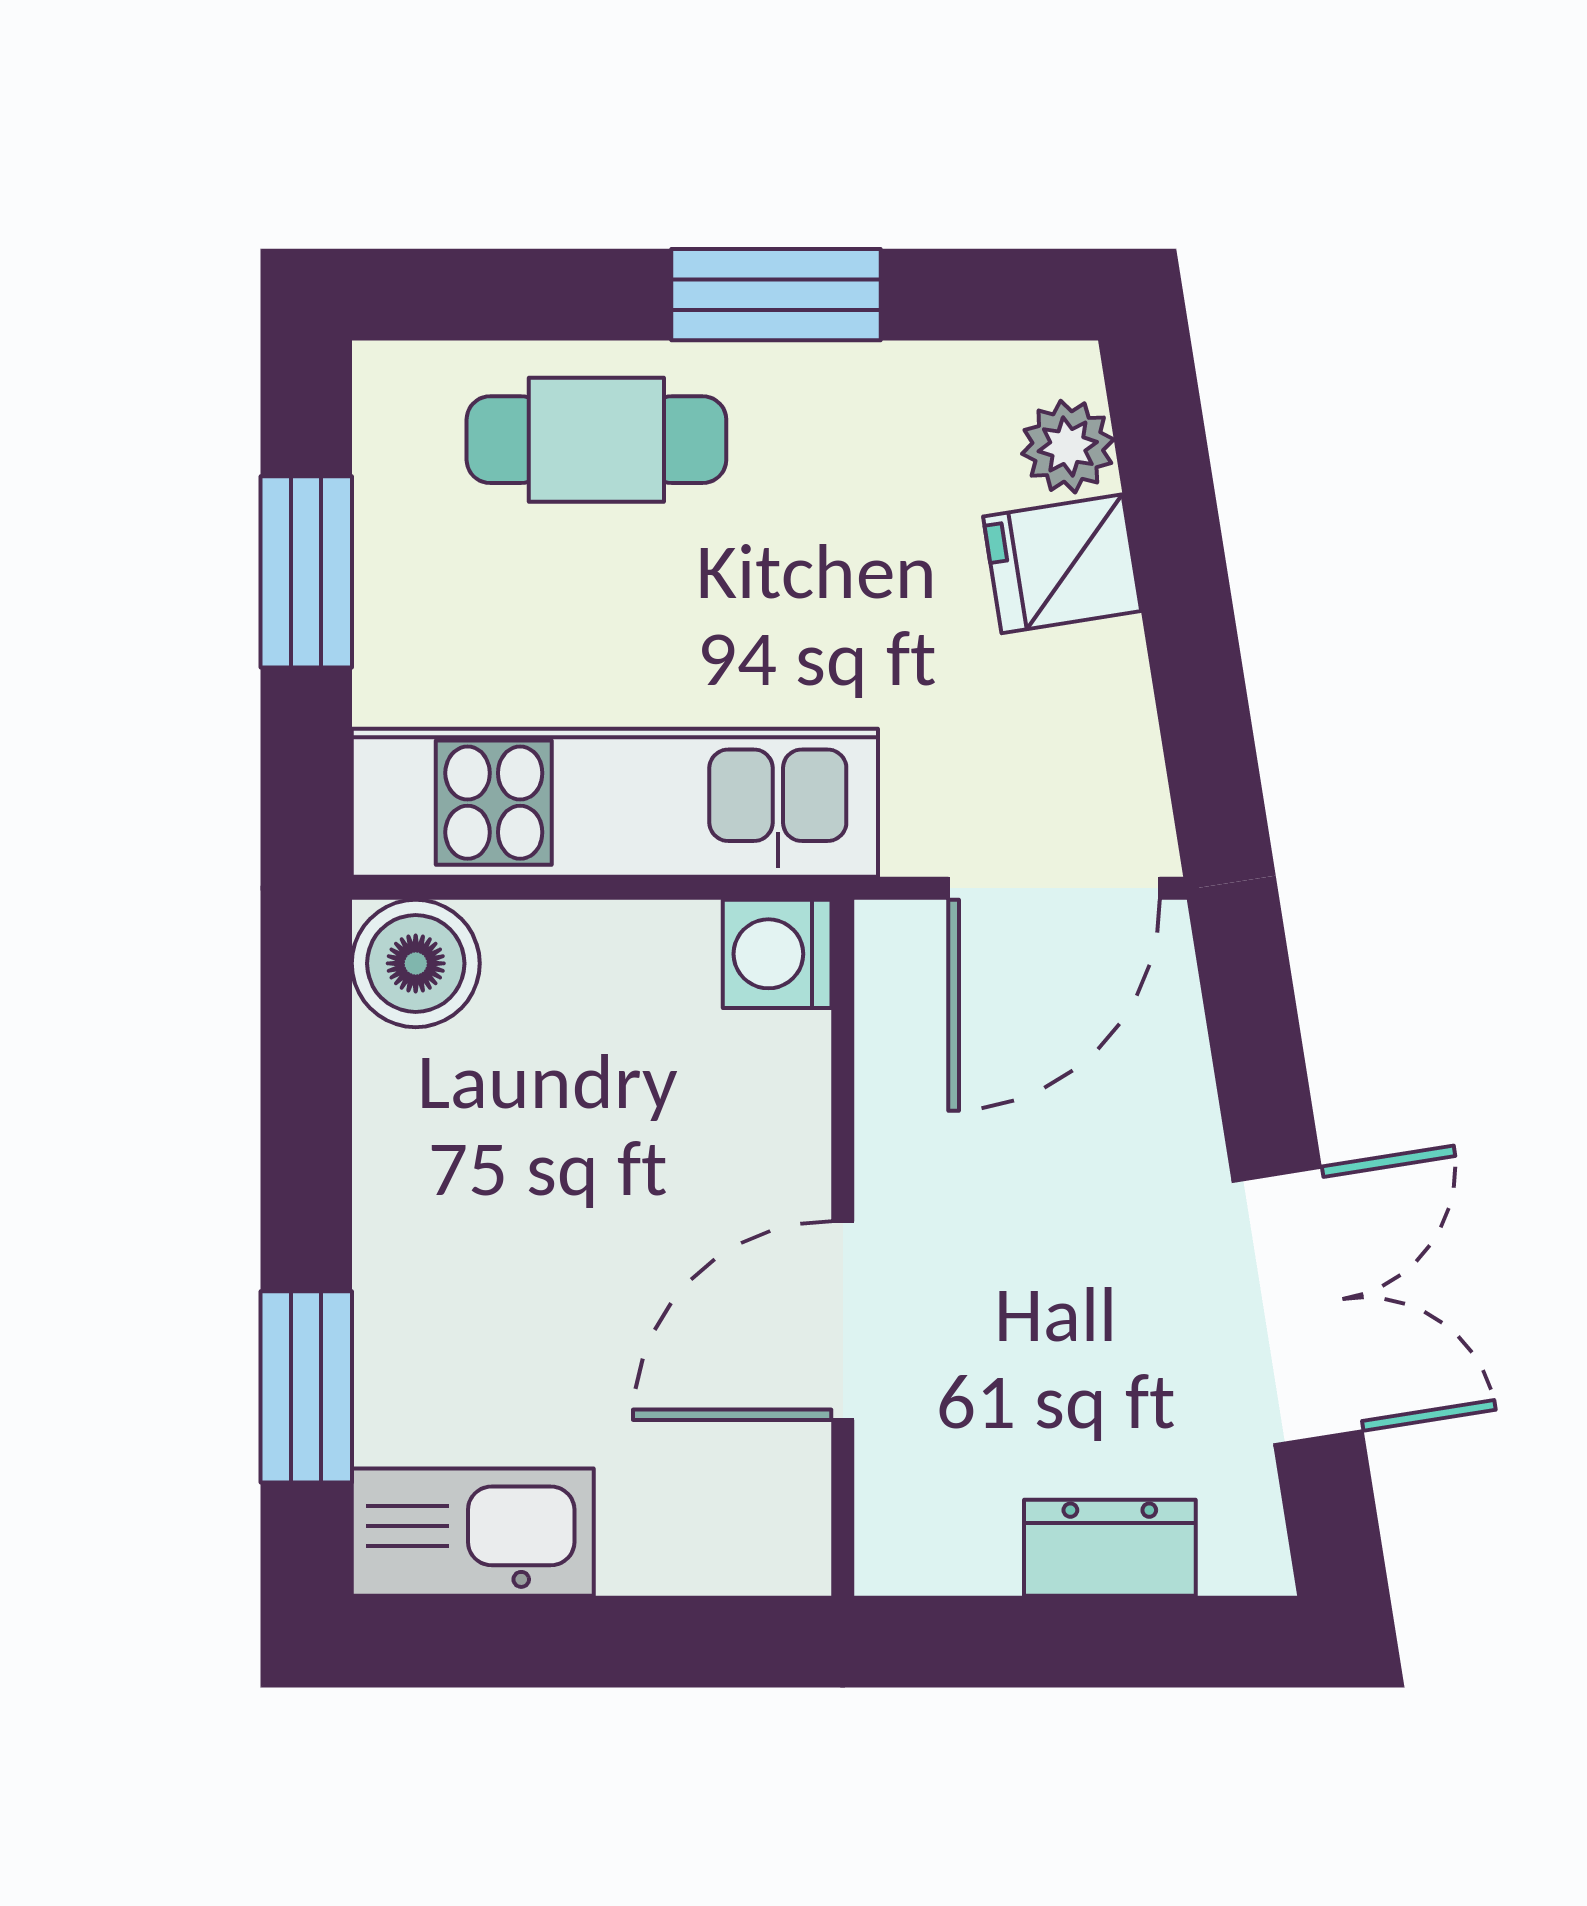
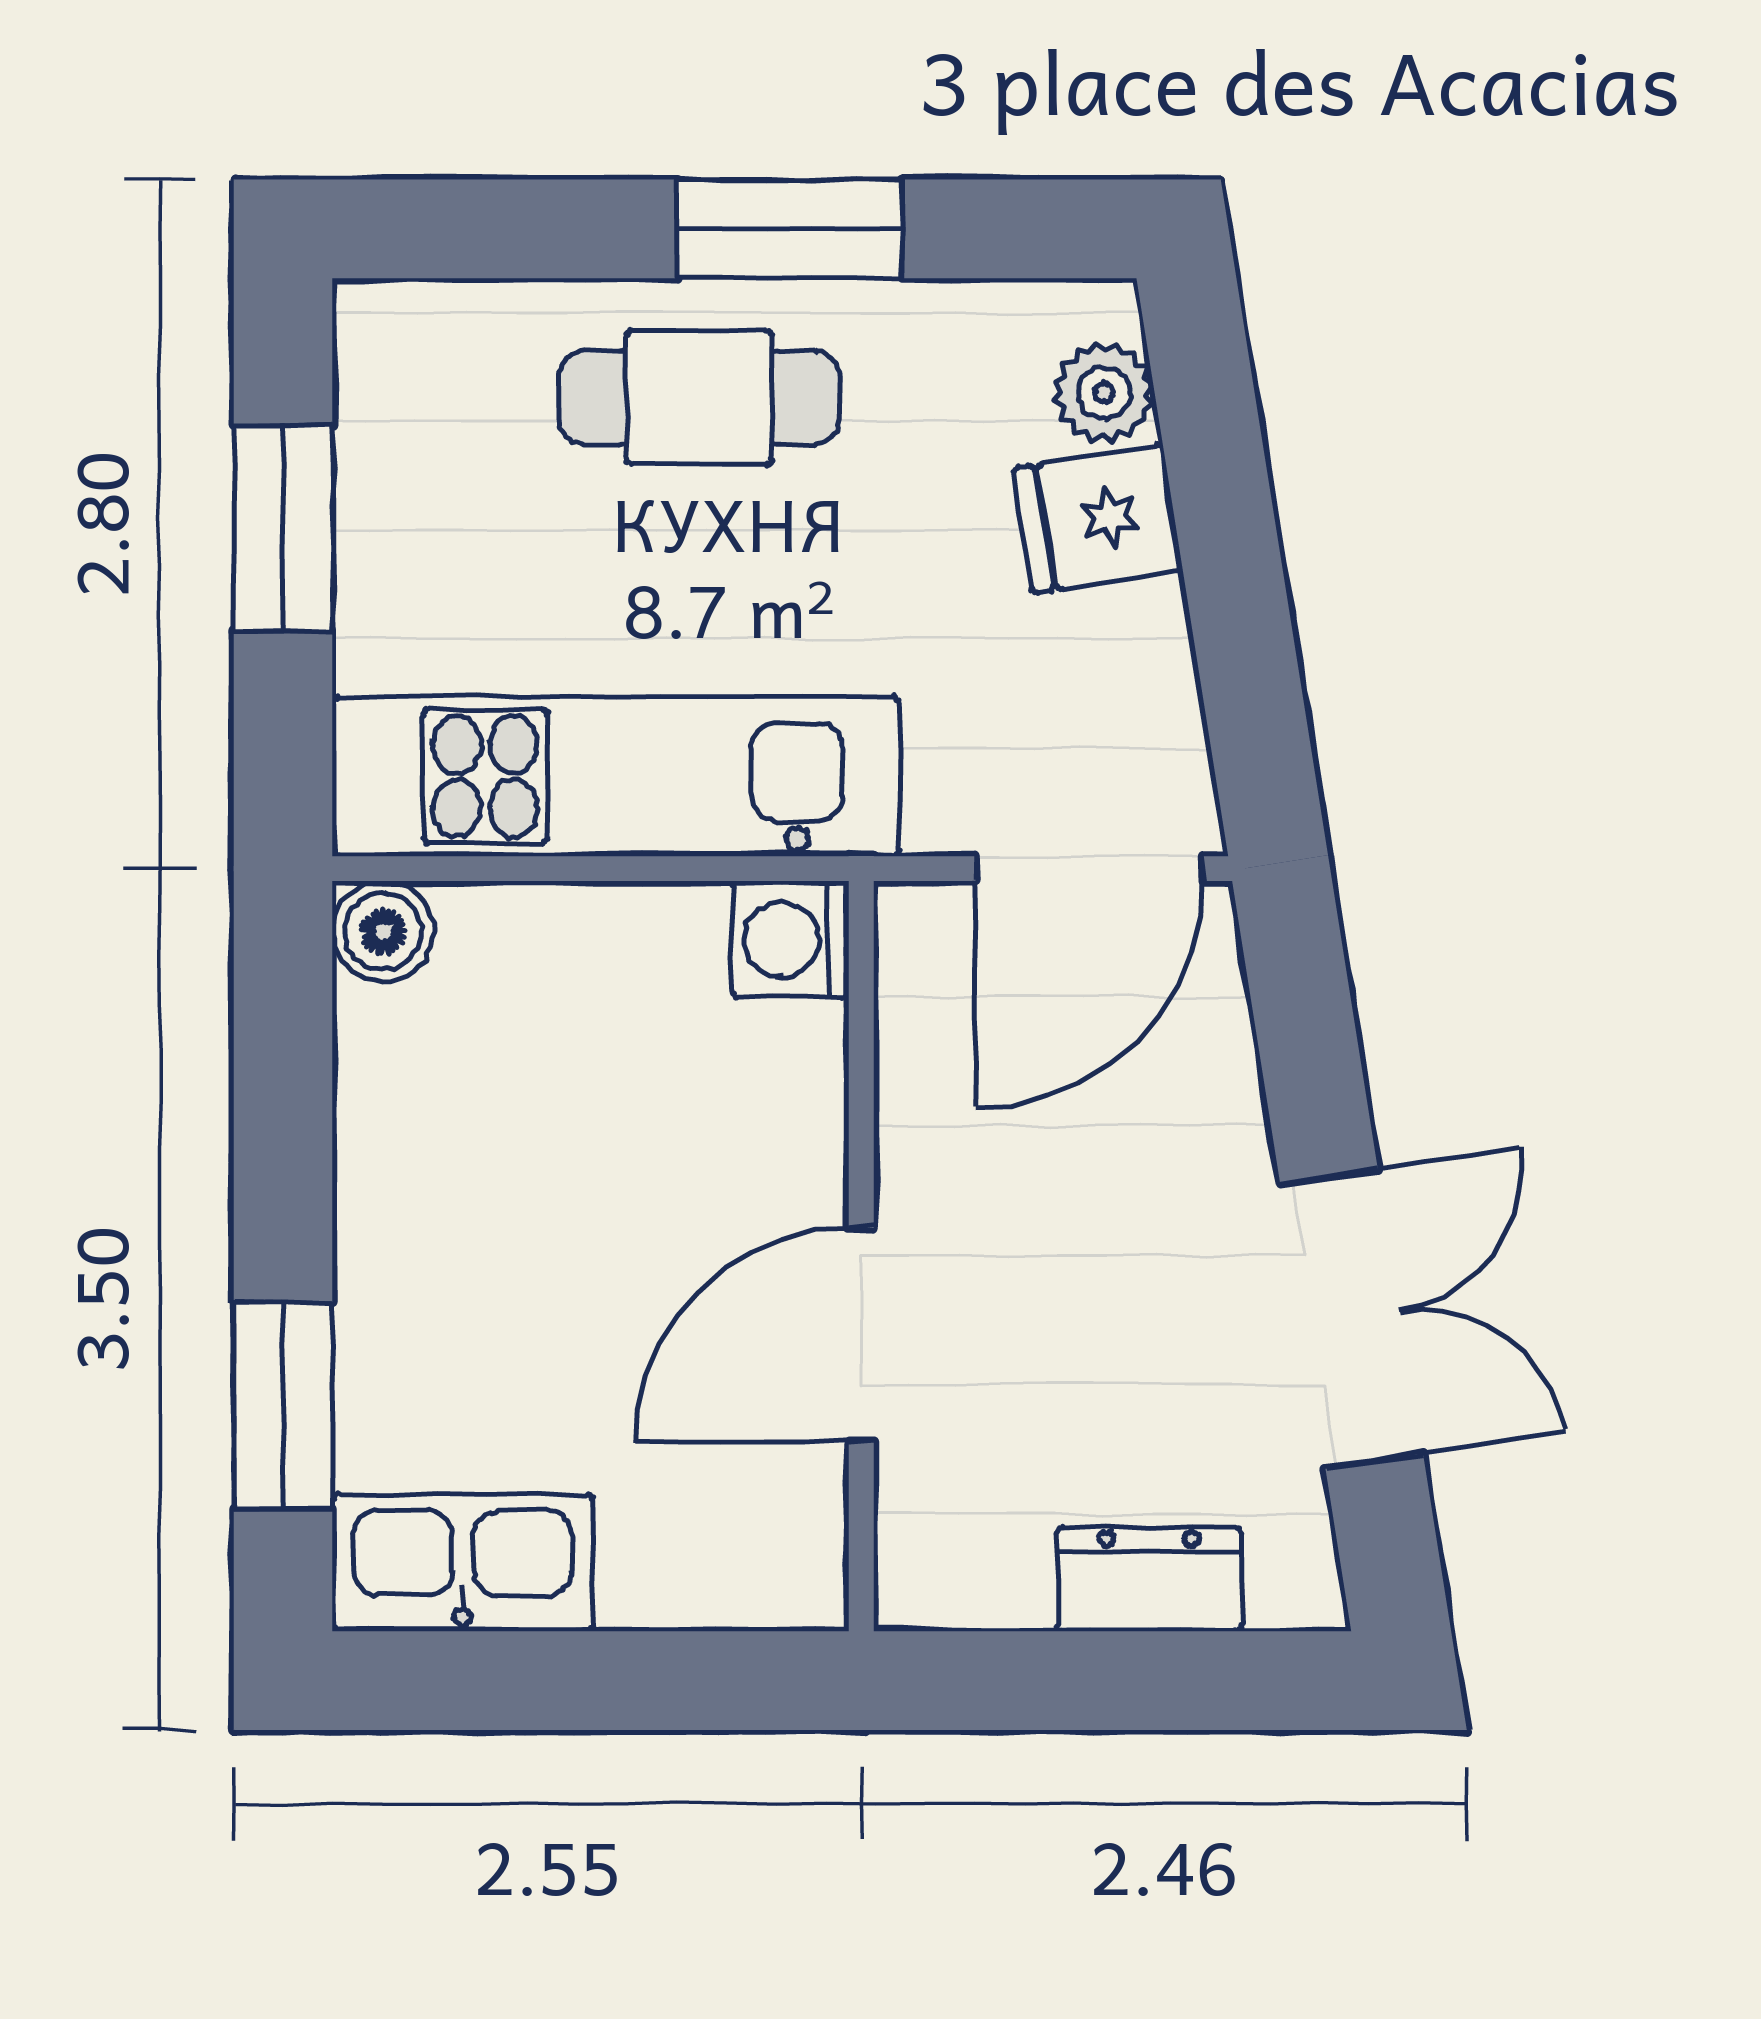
cafe table: (596, 440) -> (699, 397), moved
boiler: (416, 963) -> (383, 931), width x0.73, depth x0.73

